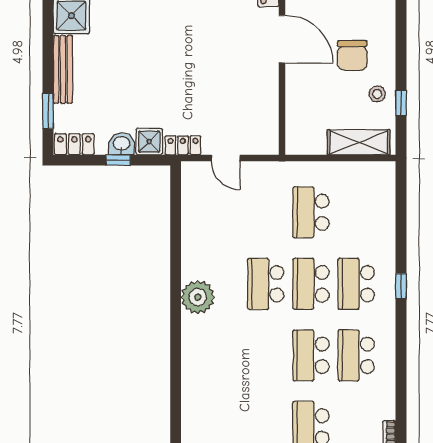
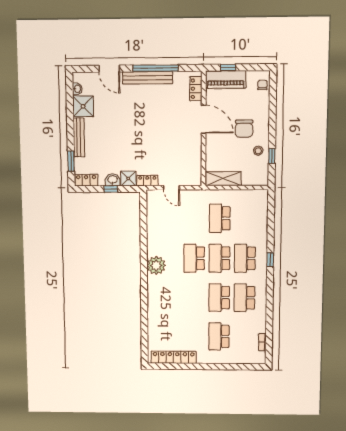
shelving: (359, 142) -> (223, 179), moved

